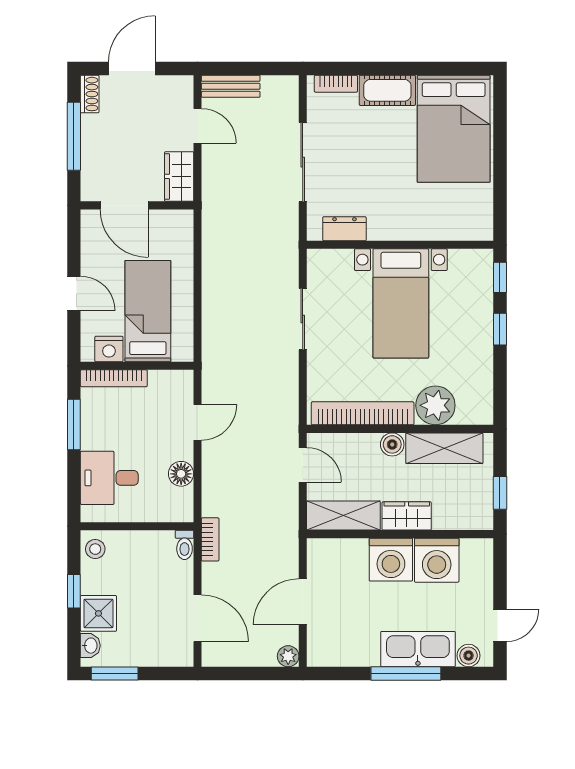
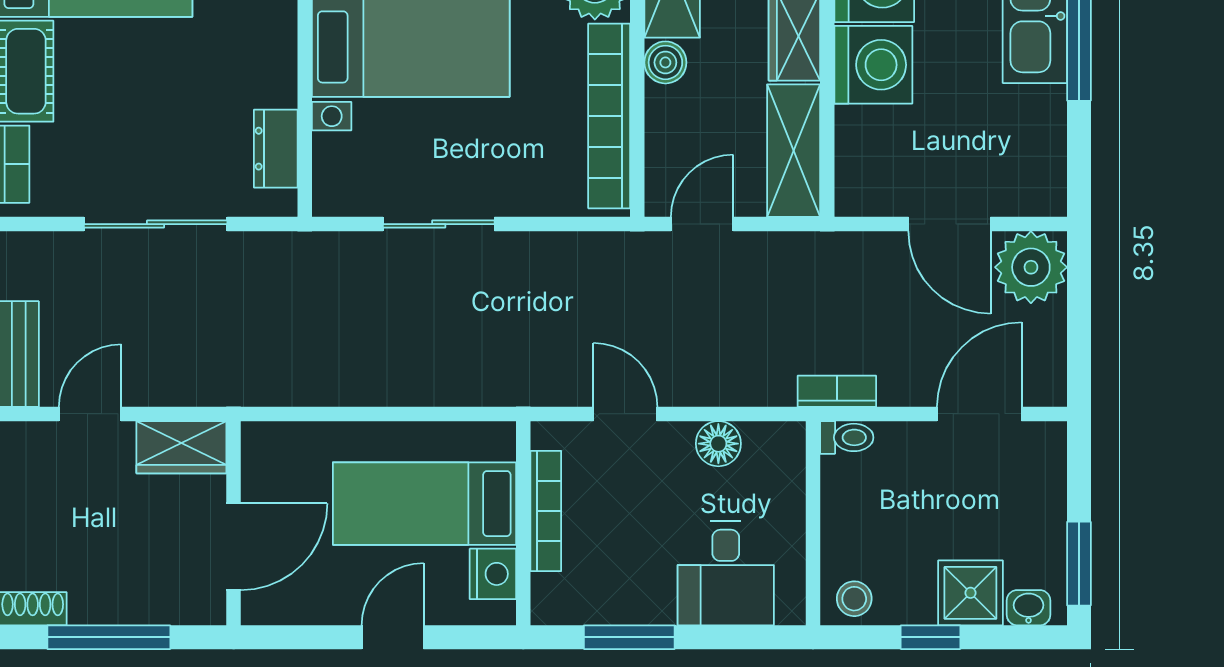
bookcase: (114, 378) -> (546, 511), moved
plant: (288, 656) -> (1031, 267), width x1.88, depth x1.88

